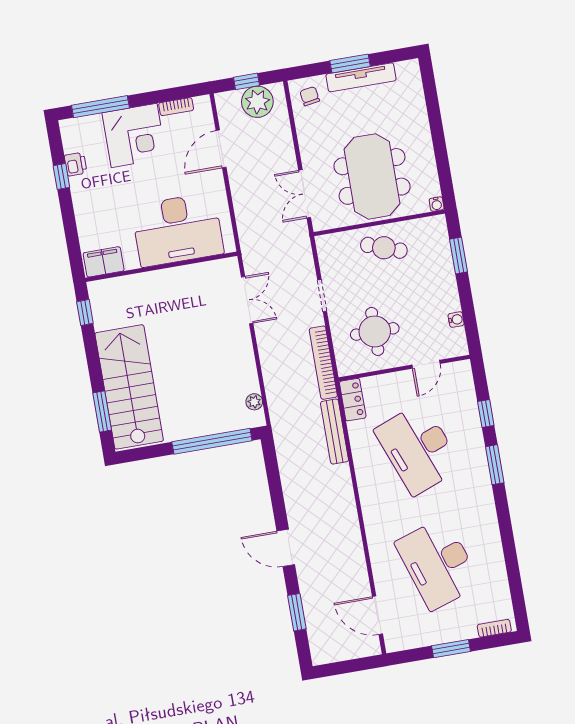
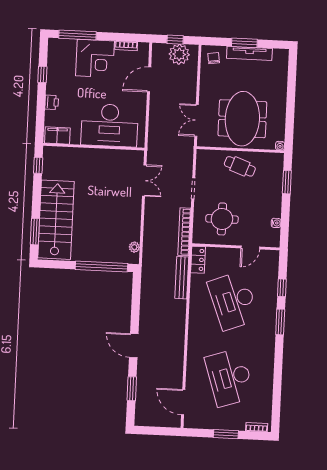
printer: (76, 164) -> (52, 102), moved

